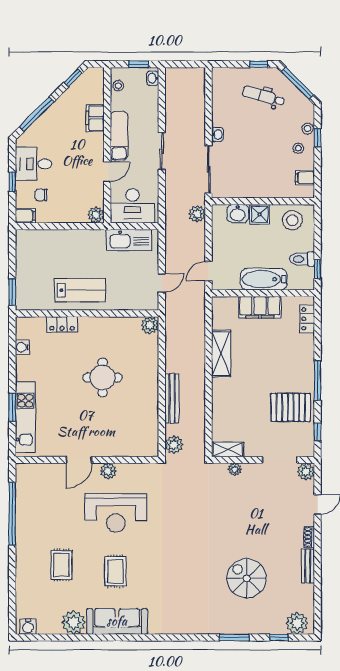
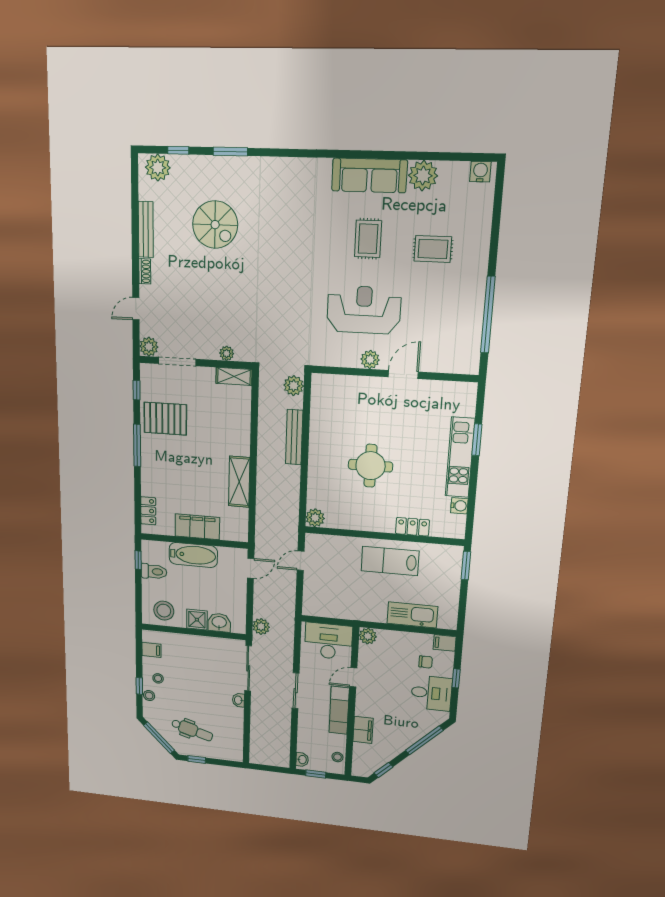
kitchen sink: (129, 240) -> (412, 615), moved
kitchen unit: (25, 417) -> (460, 457), moved
rug: (61, 565) -> (433, 249), turned 90
bench: (308, 566) -> (146, 230), width x1.36

